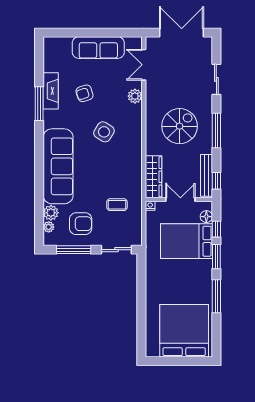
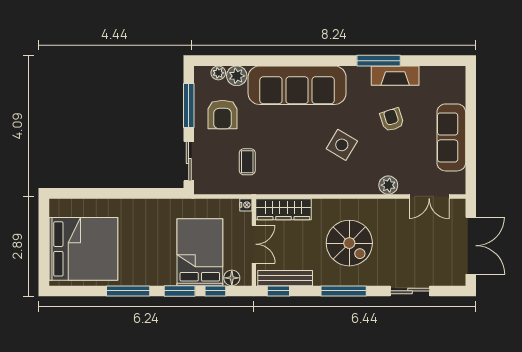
double door: (144, 65) -> (429, 196), swing flipped

